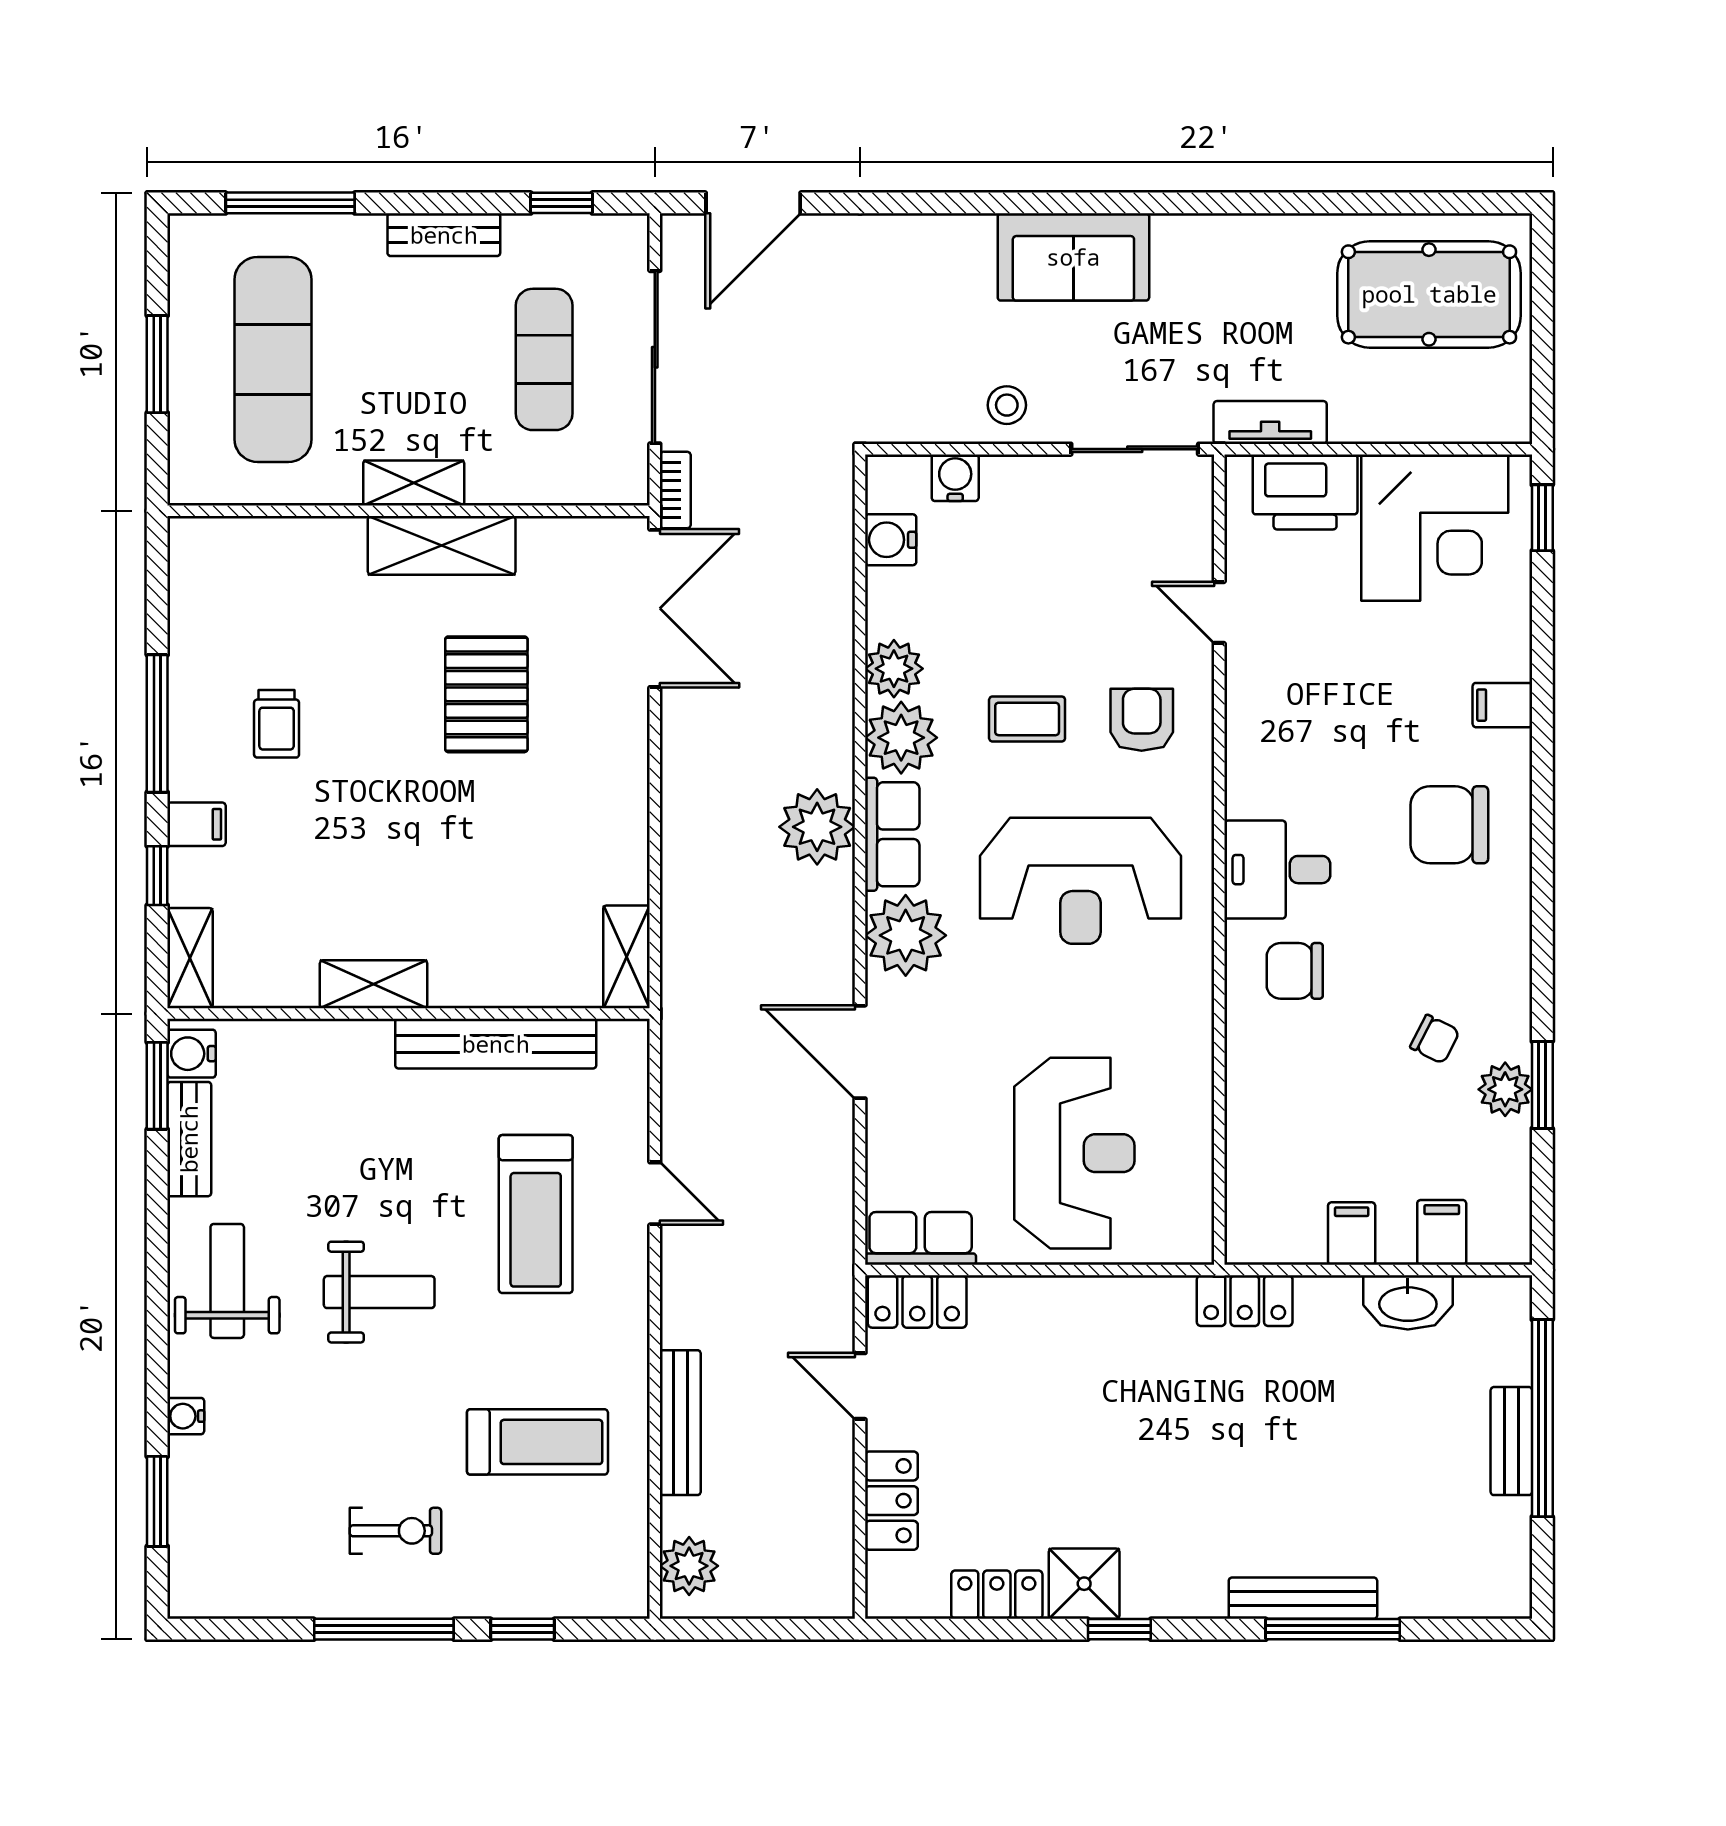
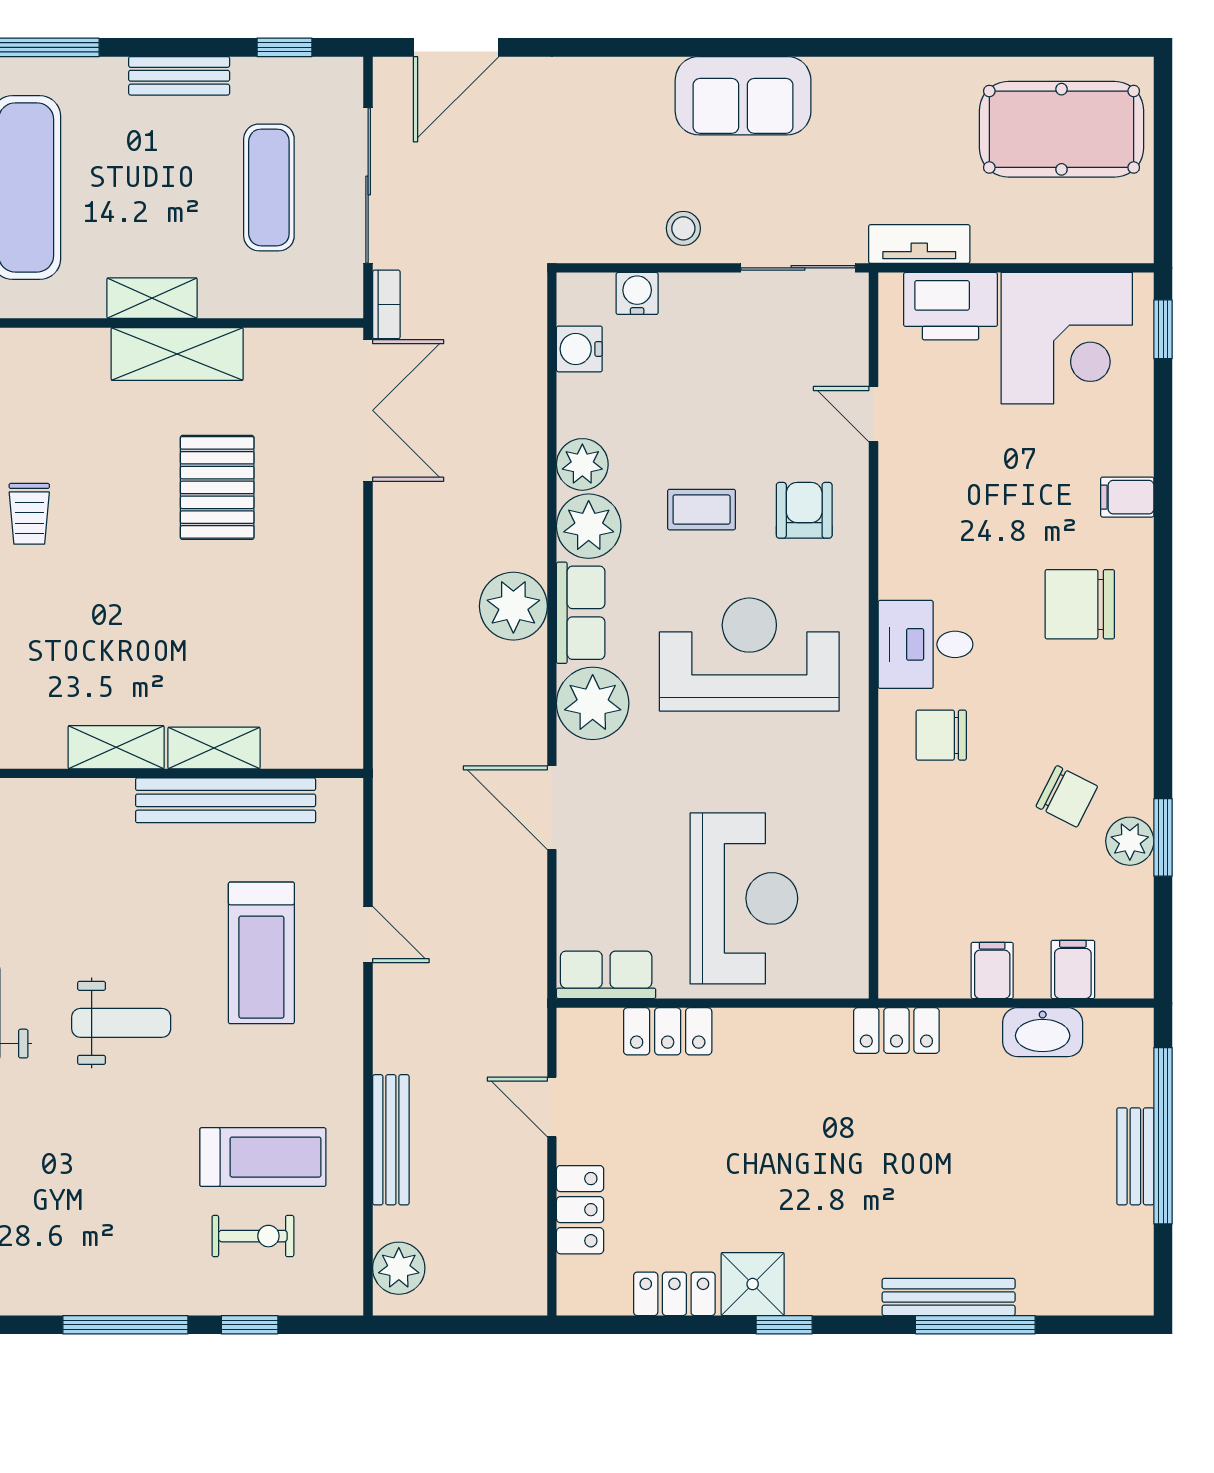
reception desk: (1080, 881) -> (749, 654), turned 180
shelving: (626, 957) -> (214, 748), moved, turned 90
chair: (1435, 1039) -> (1067, 796), width x1.37, depth x1.37
locker: (917, 1301) -> (668, 1031), moved
exercise bike: (395, 1531) -> (253, 1236), moved

